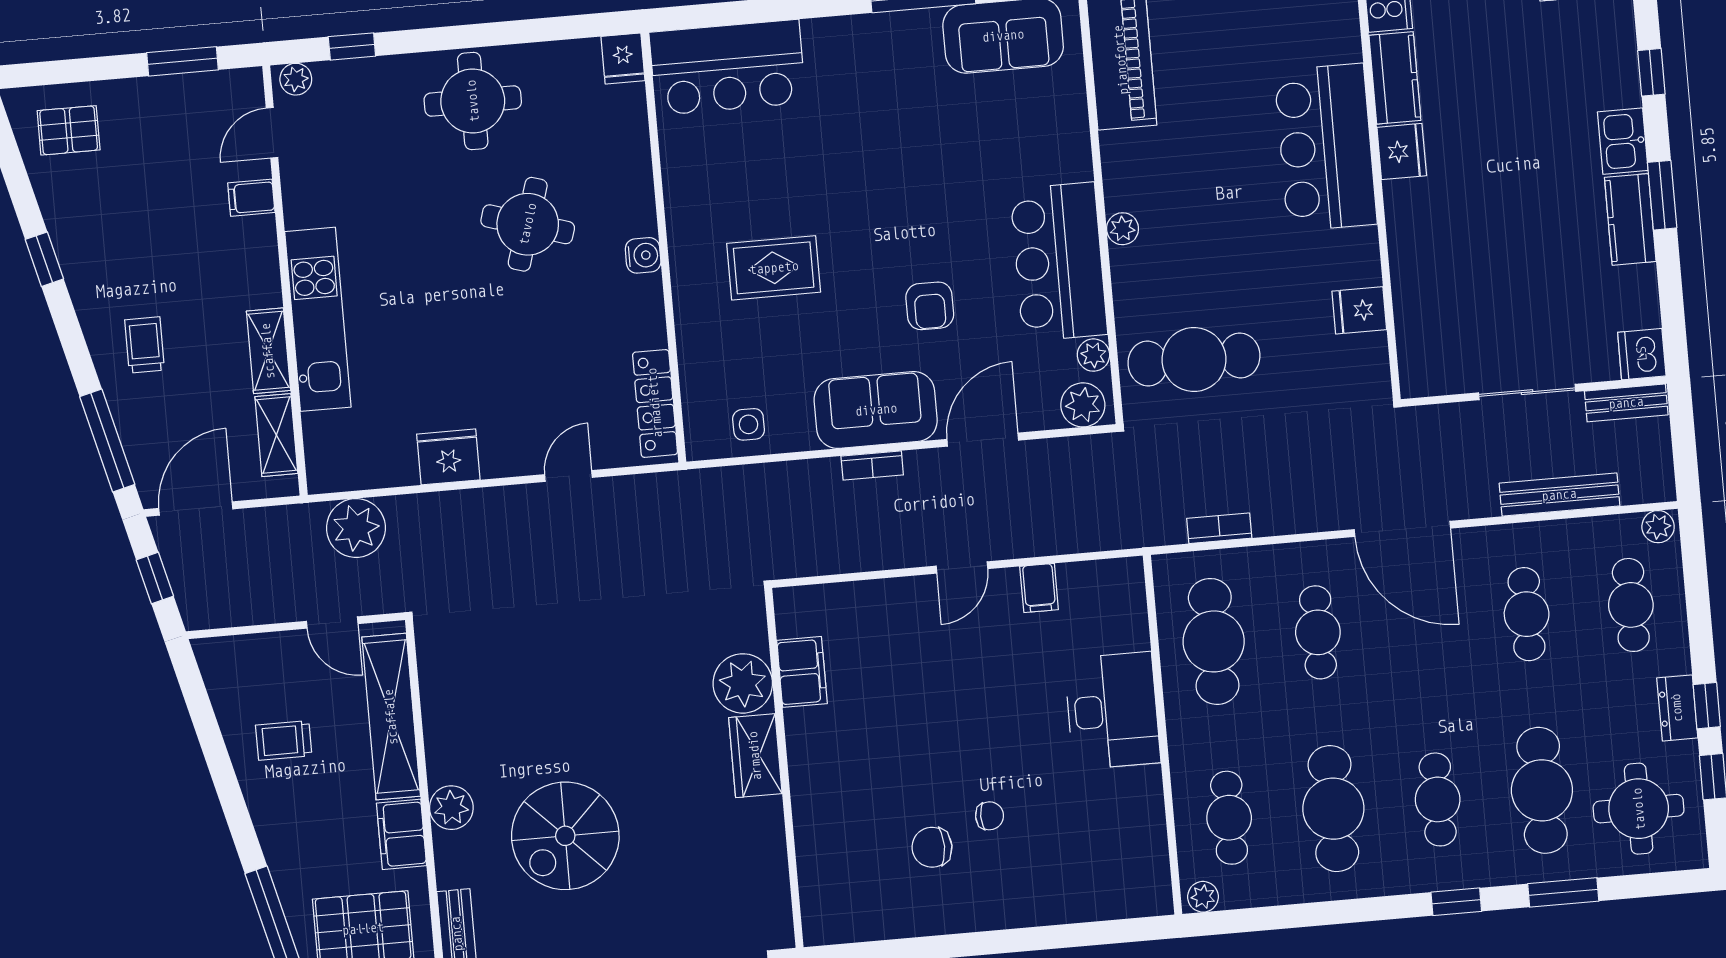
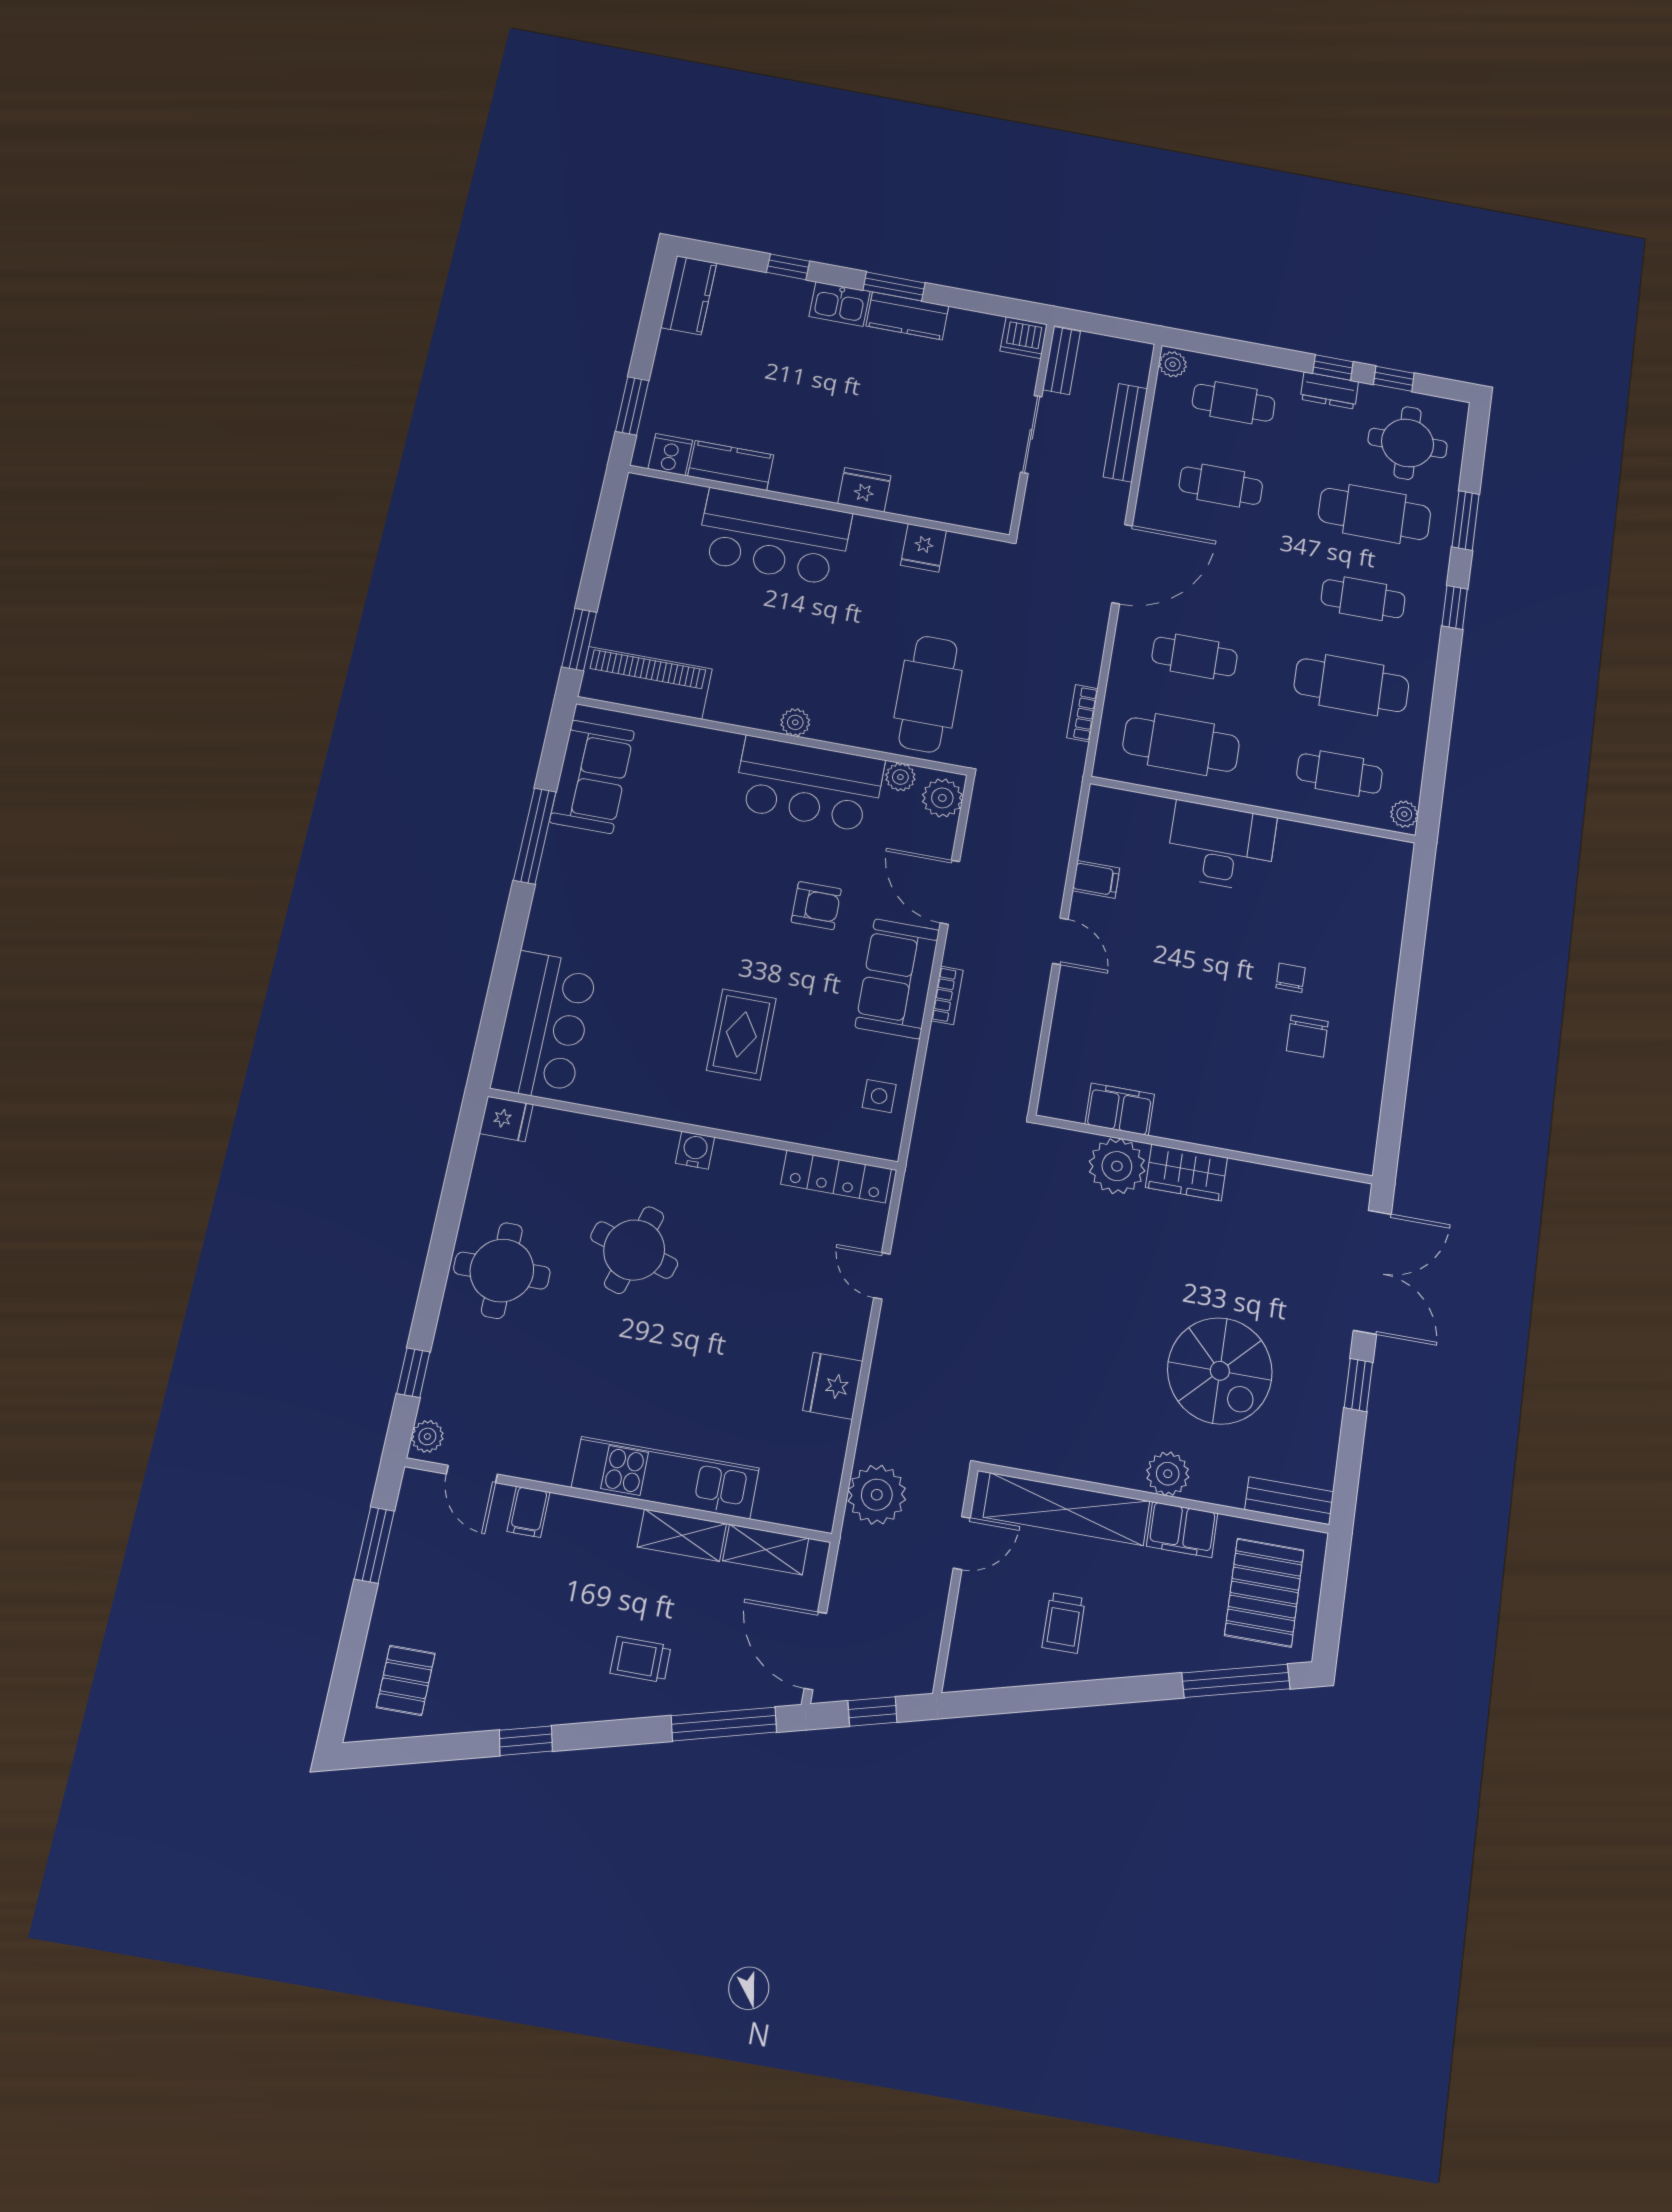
fridge: (1402, 151) -> (864, 490), moved

